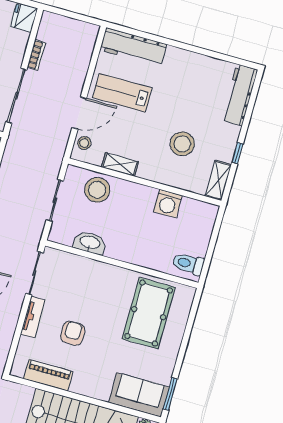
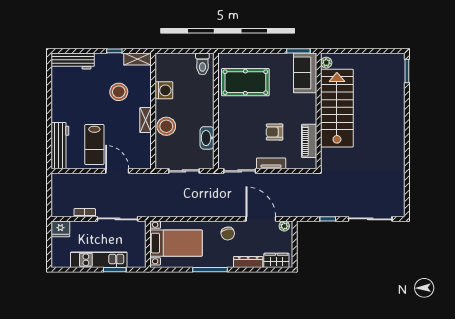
stool: (84, 143) -> (138, 161), removed
shelving: (120, 164) -> (146, 120), moved
stool: (97, 190) -> (166, 126), moved

